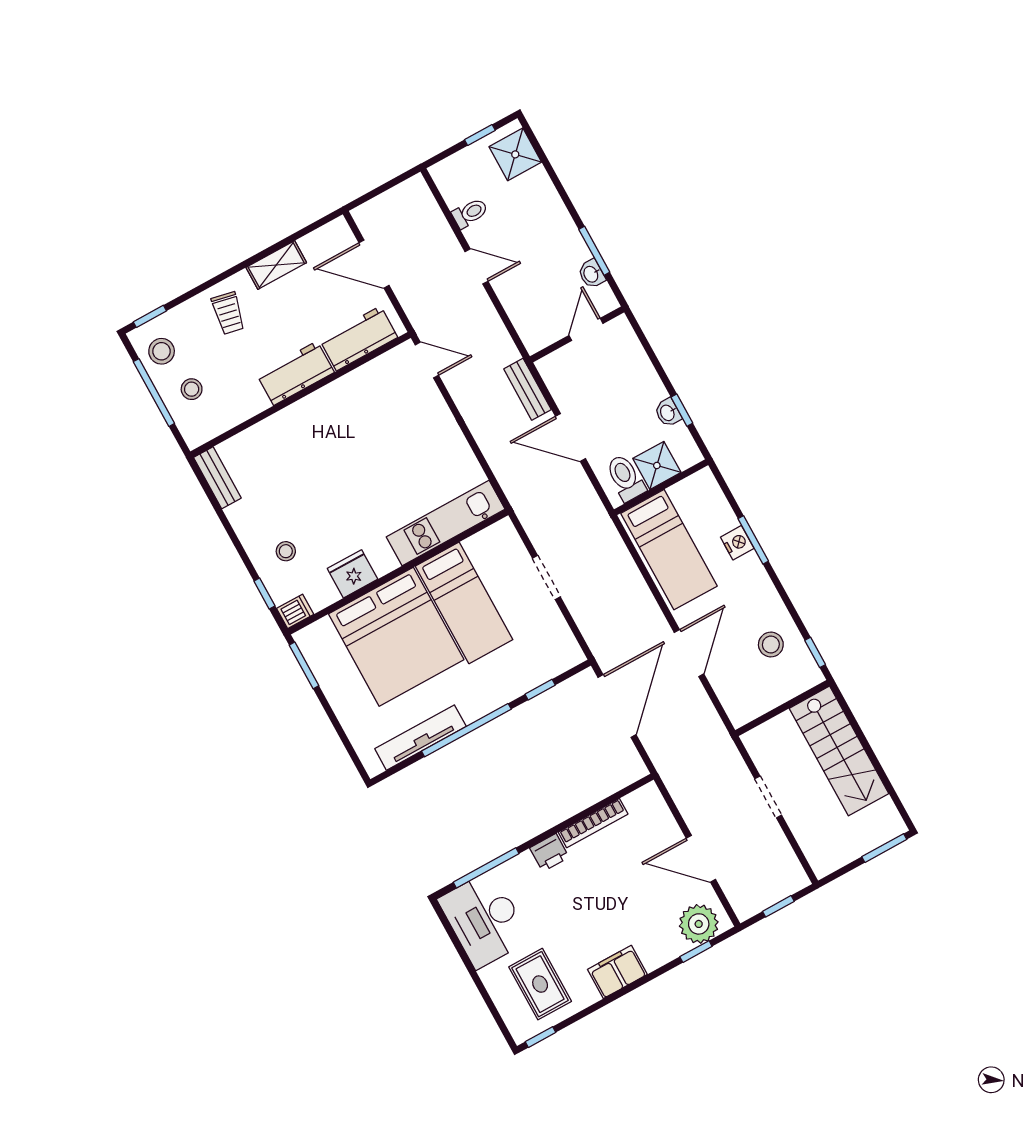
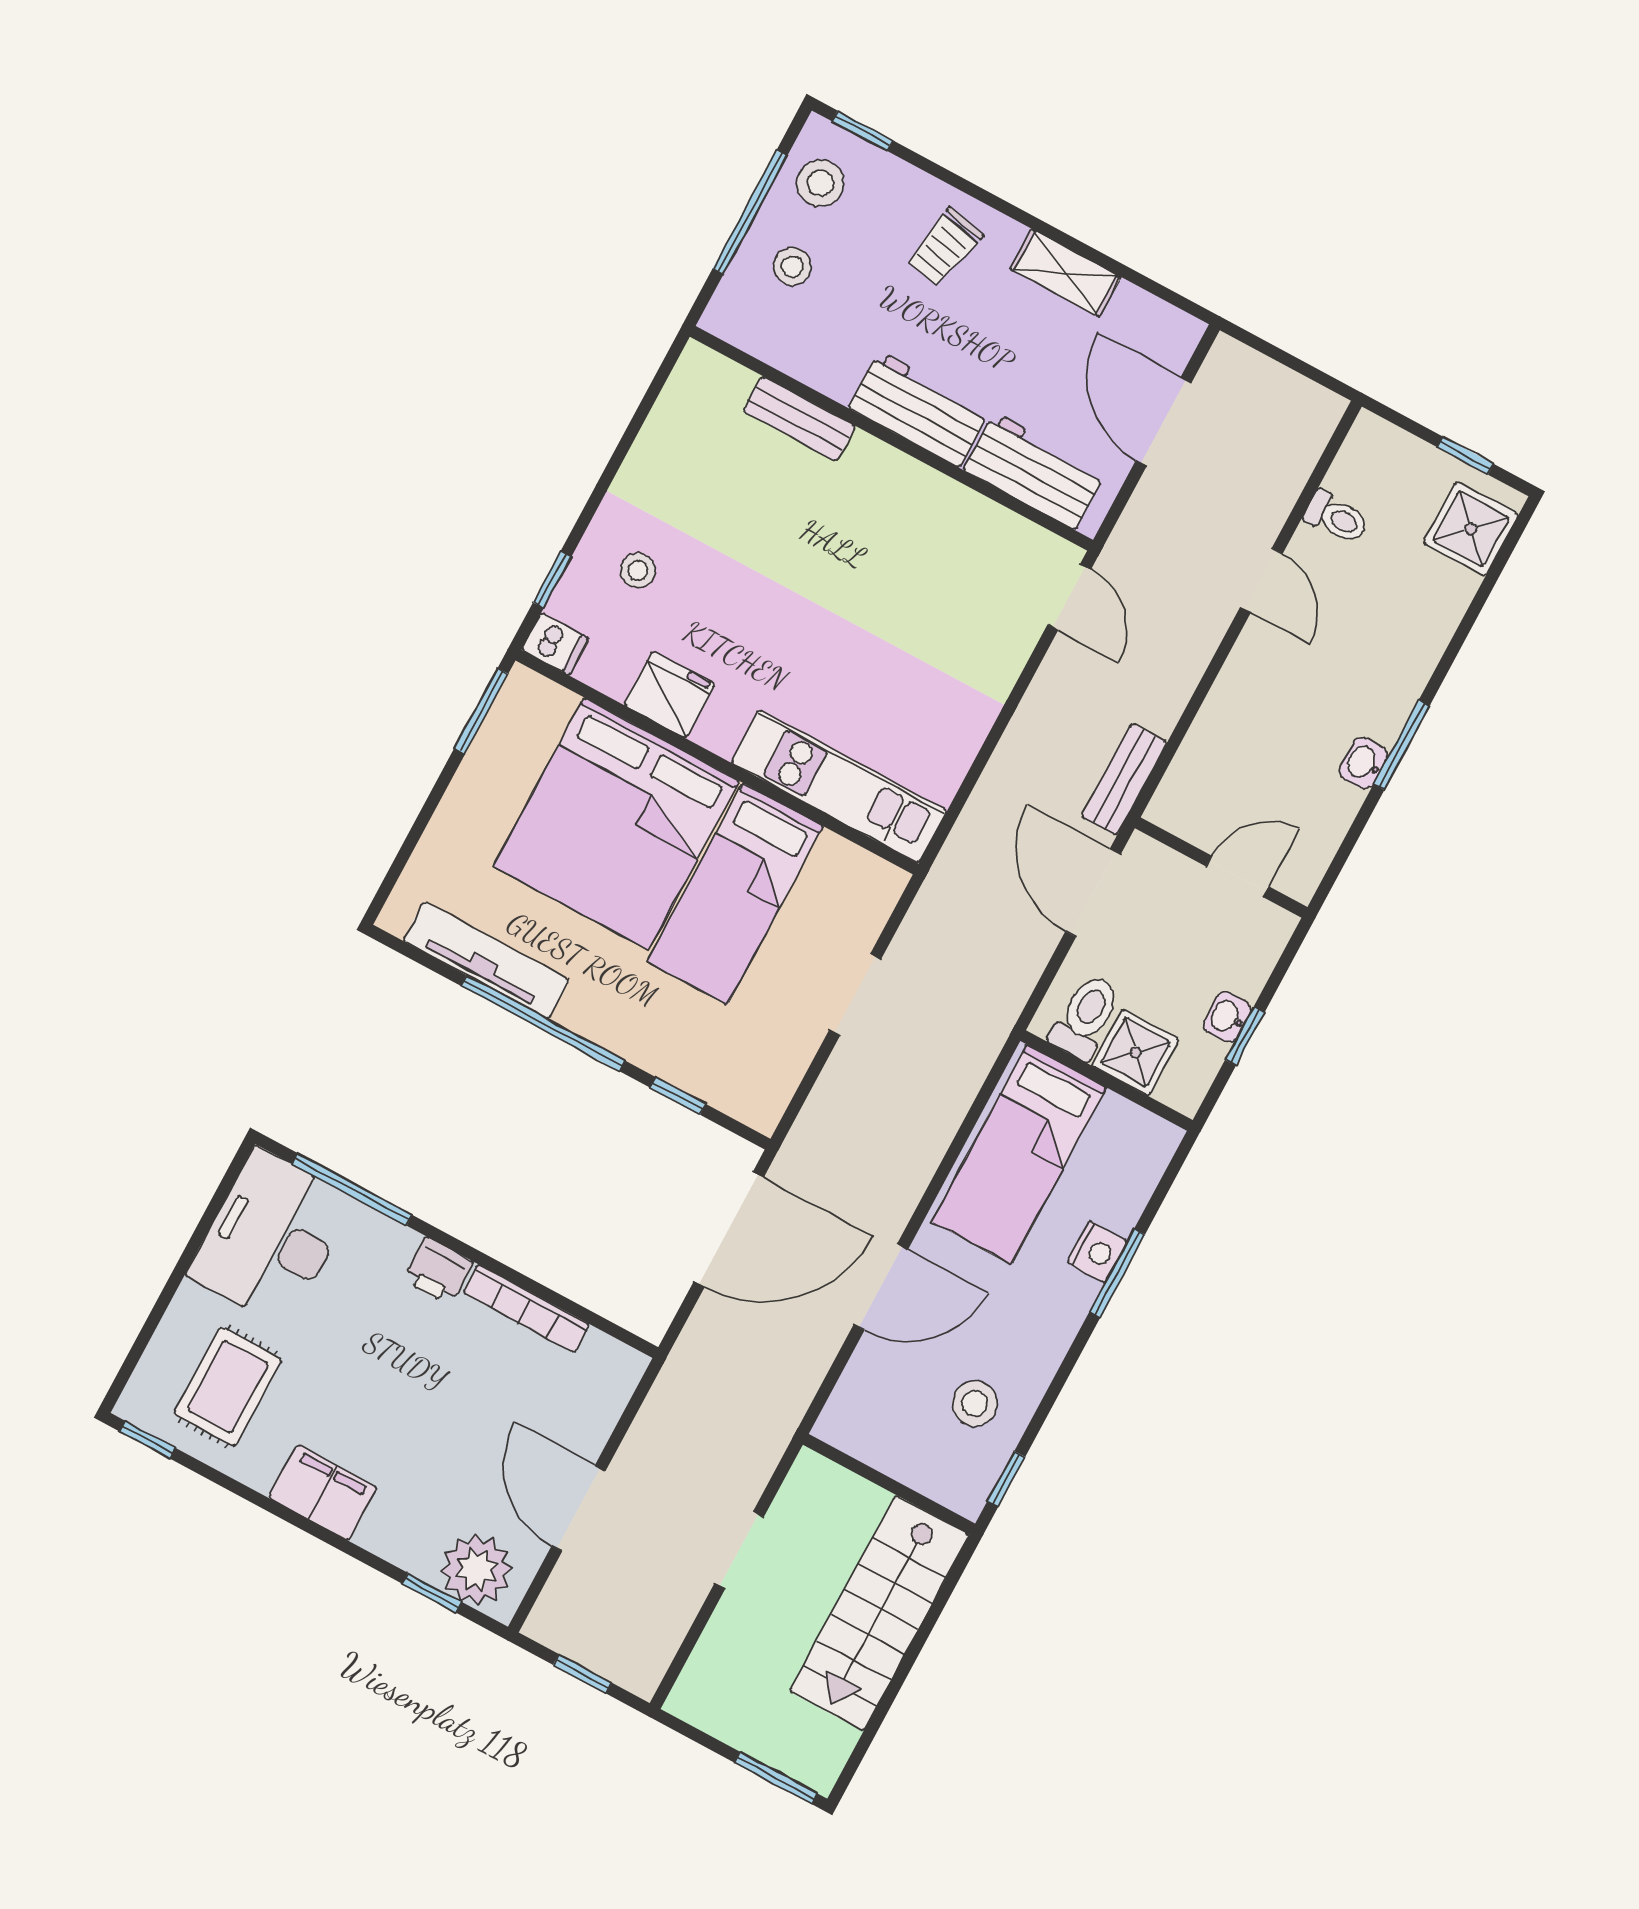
door: (586, 329) -> (1237, 876), moved
wall: (577, 334) -> (1221, 868), moved
bench: (217, 478) -> (799, 419), moved, turned 90

